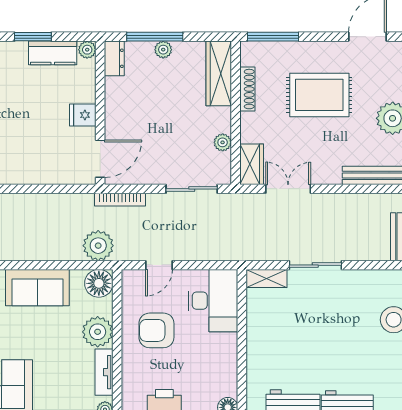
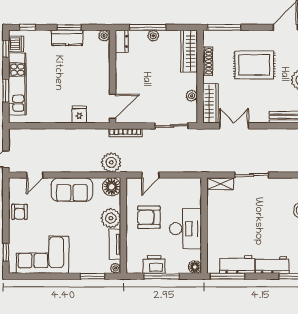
kitchen counter: (53, 53) -> (67, 38), moved
fridge: (83, 115) -> (79, 115), moved, turned 90
wardrobe: (252, 164) -> (210, 103), width x1.50
desk: (213, 301) -> (185, 229), moved

